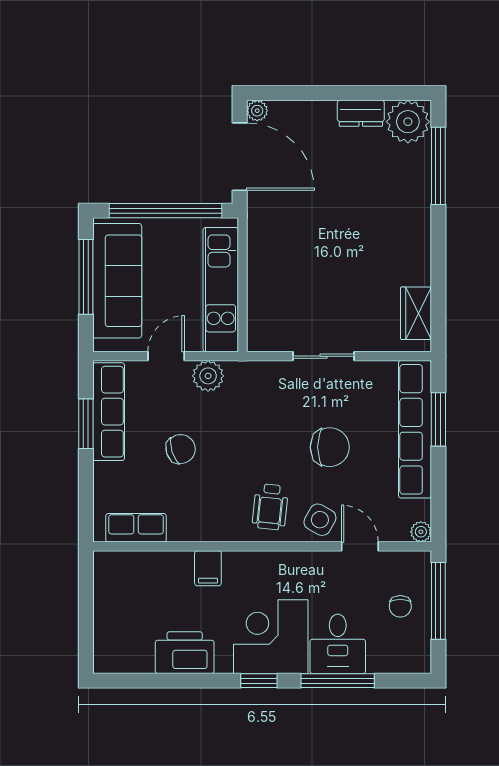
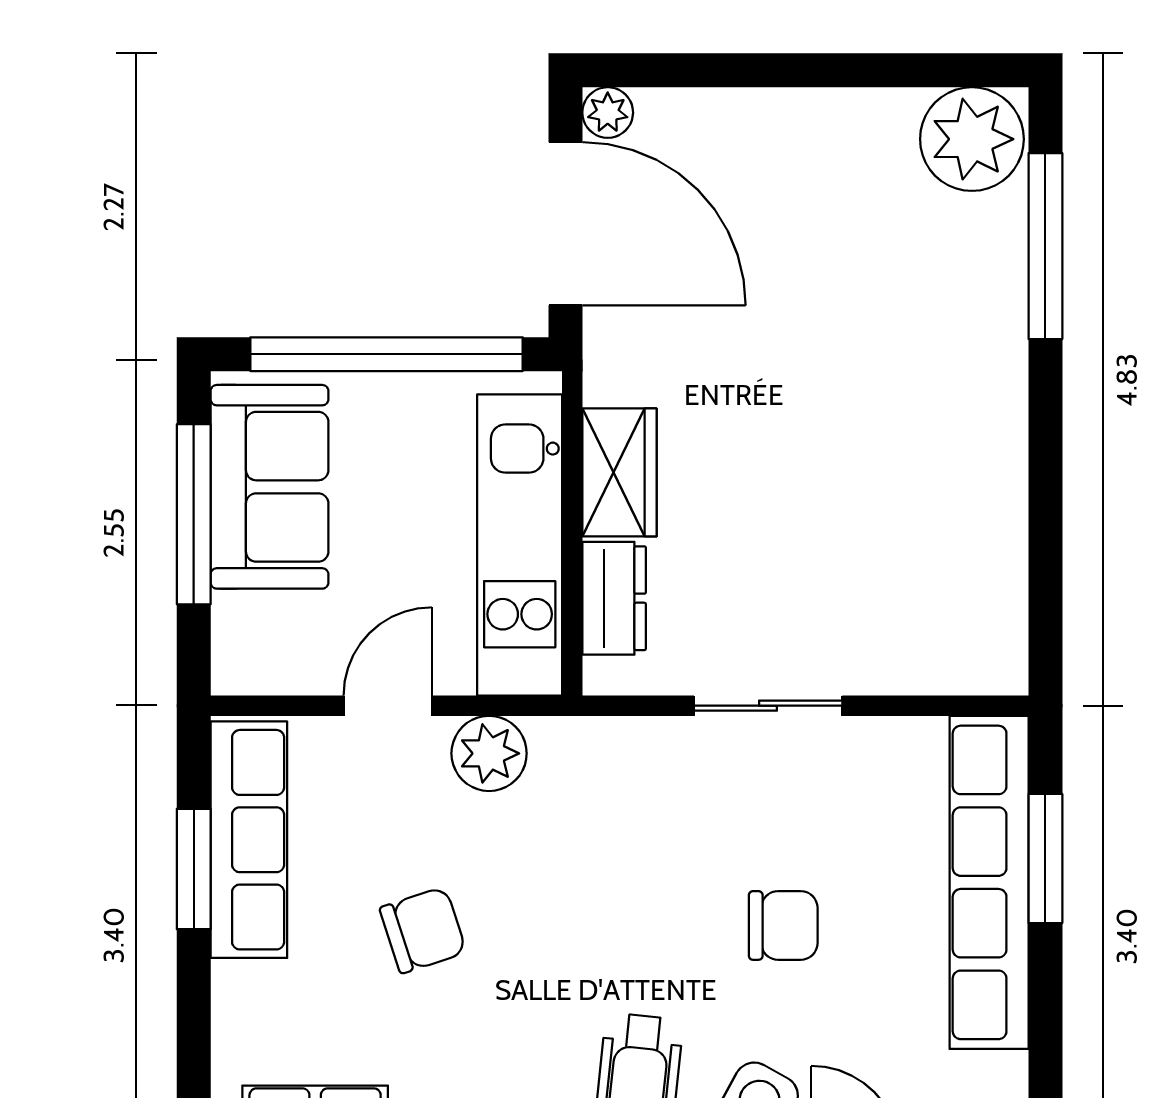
dresser: (361, 113) -> (614, 598), moved, turned -90
sofa: (117, 281) -> (270, 487), width x0.73
wardrobe: (416, 313) -> (619, 472), moved, turned 180
chair: (330, 447) -> (783, 925), width x0.73, depth x0.73

